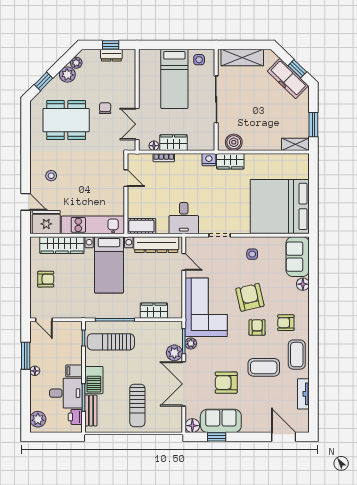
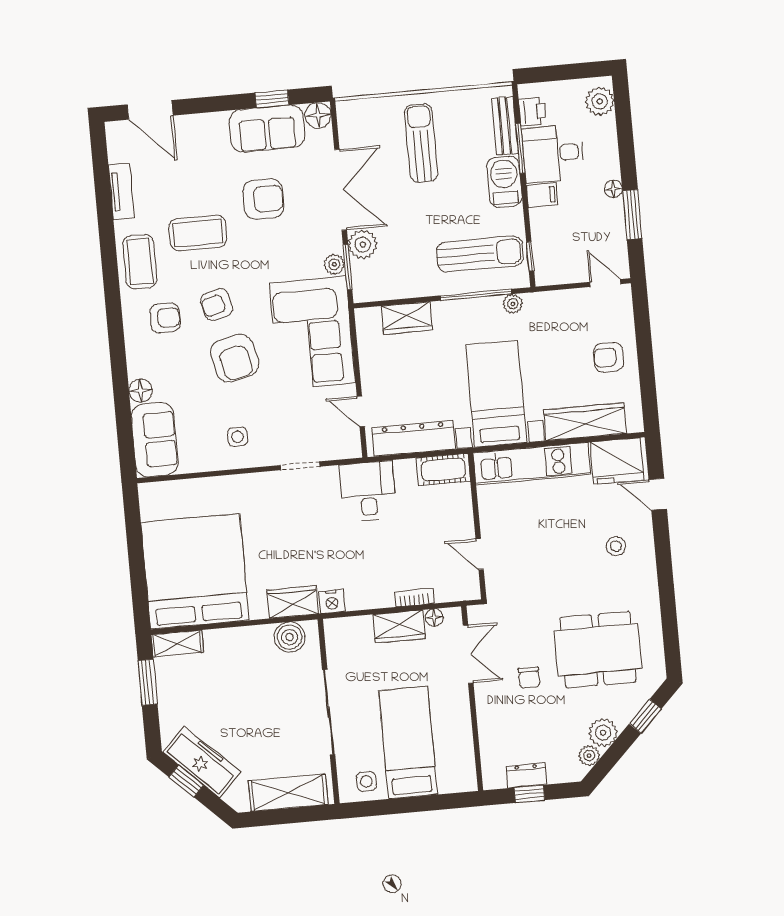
bed: (280, 206) -> (195, 571), moved, turned -90
plant: (95, 313) -> (513, 304), added
armchair: (257, 327) -> (217, 304), turned 75

